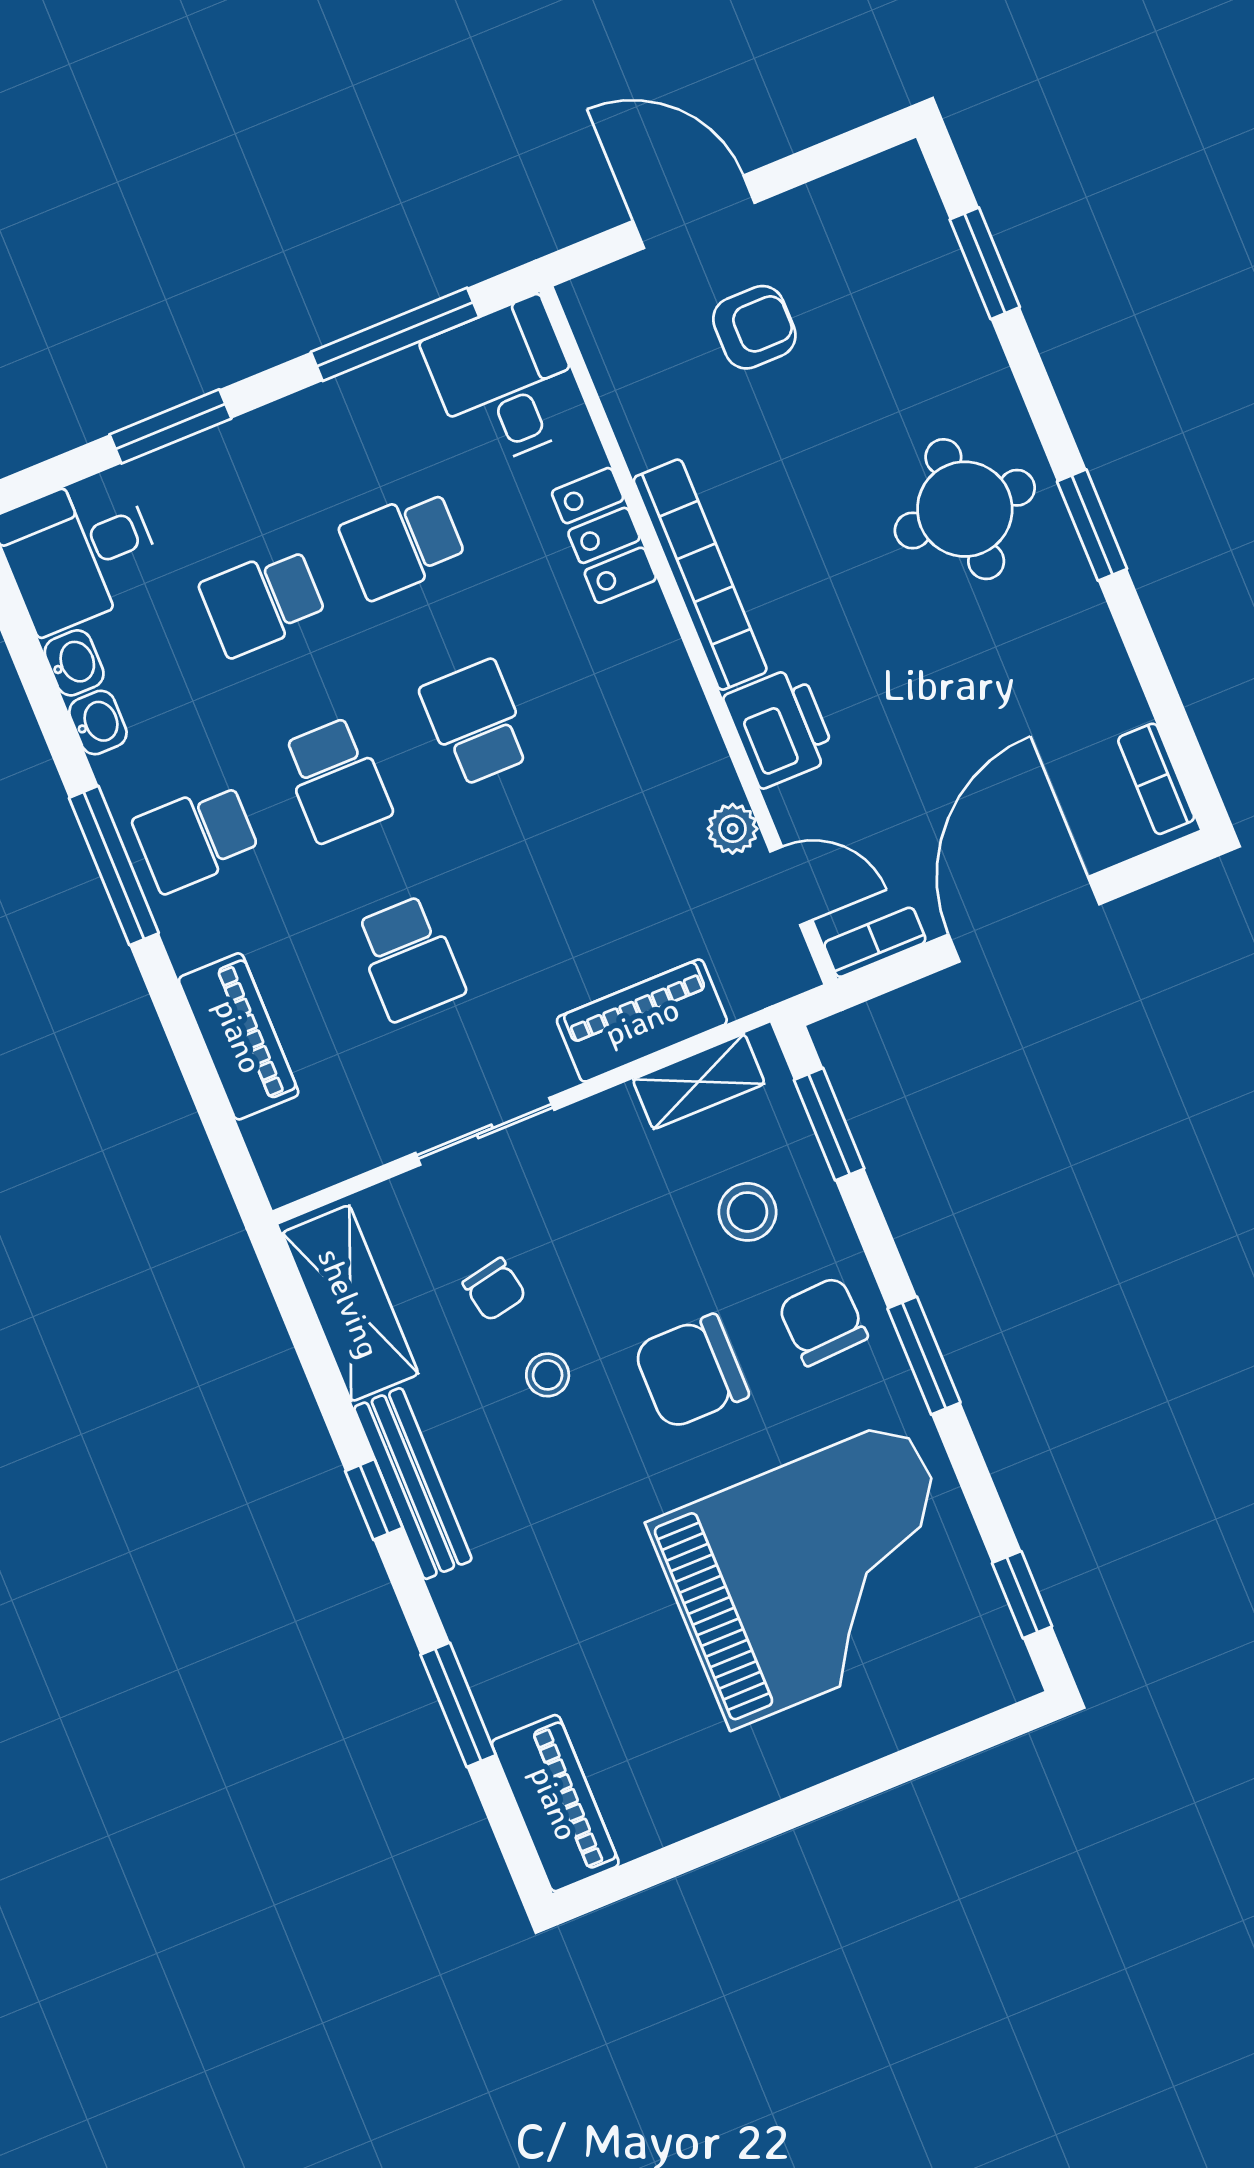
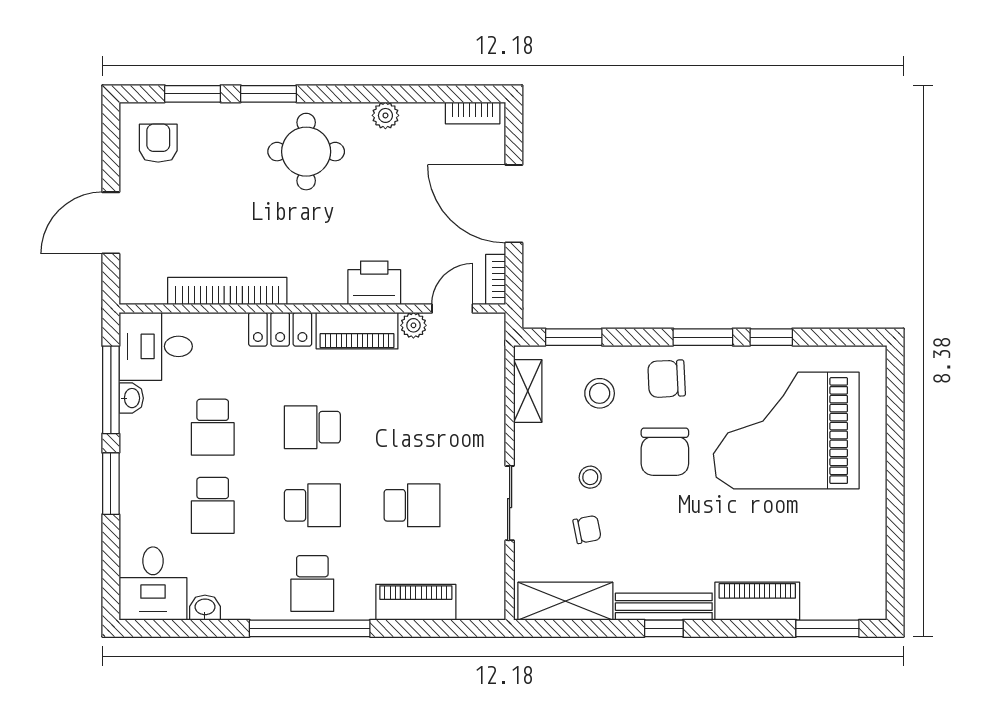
armchair: (754, 327) -> (158, 143), moved
window: (170, 426) -> (111, 484), moved
window: (1092, 525) -> (268, 94), moved
locker: (604, 535) -> (280, 329), moved
bookcase: (700, 575) -> (227, 291), moved
plant: (1088, 625) -> (385, 115), added
washbasin: (98, 723) -> (131, 398), moved, turned 90
window: (114, 866) -> (310, 628), width x1.46
piano: (642, 1021) -> (357, 331), moved, turned -90
stool: (548, 1375) -> (590, 477), moved
grand piano: (818, 1573) -> (786, 431), turned -90
window: (1022, 1595) -> (771, 337), moved
window: (458, 1705) -> (827, 628), moved
piano: (555, 1803) -> (757, 601), moved

